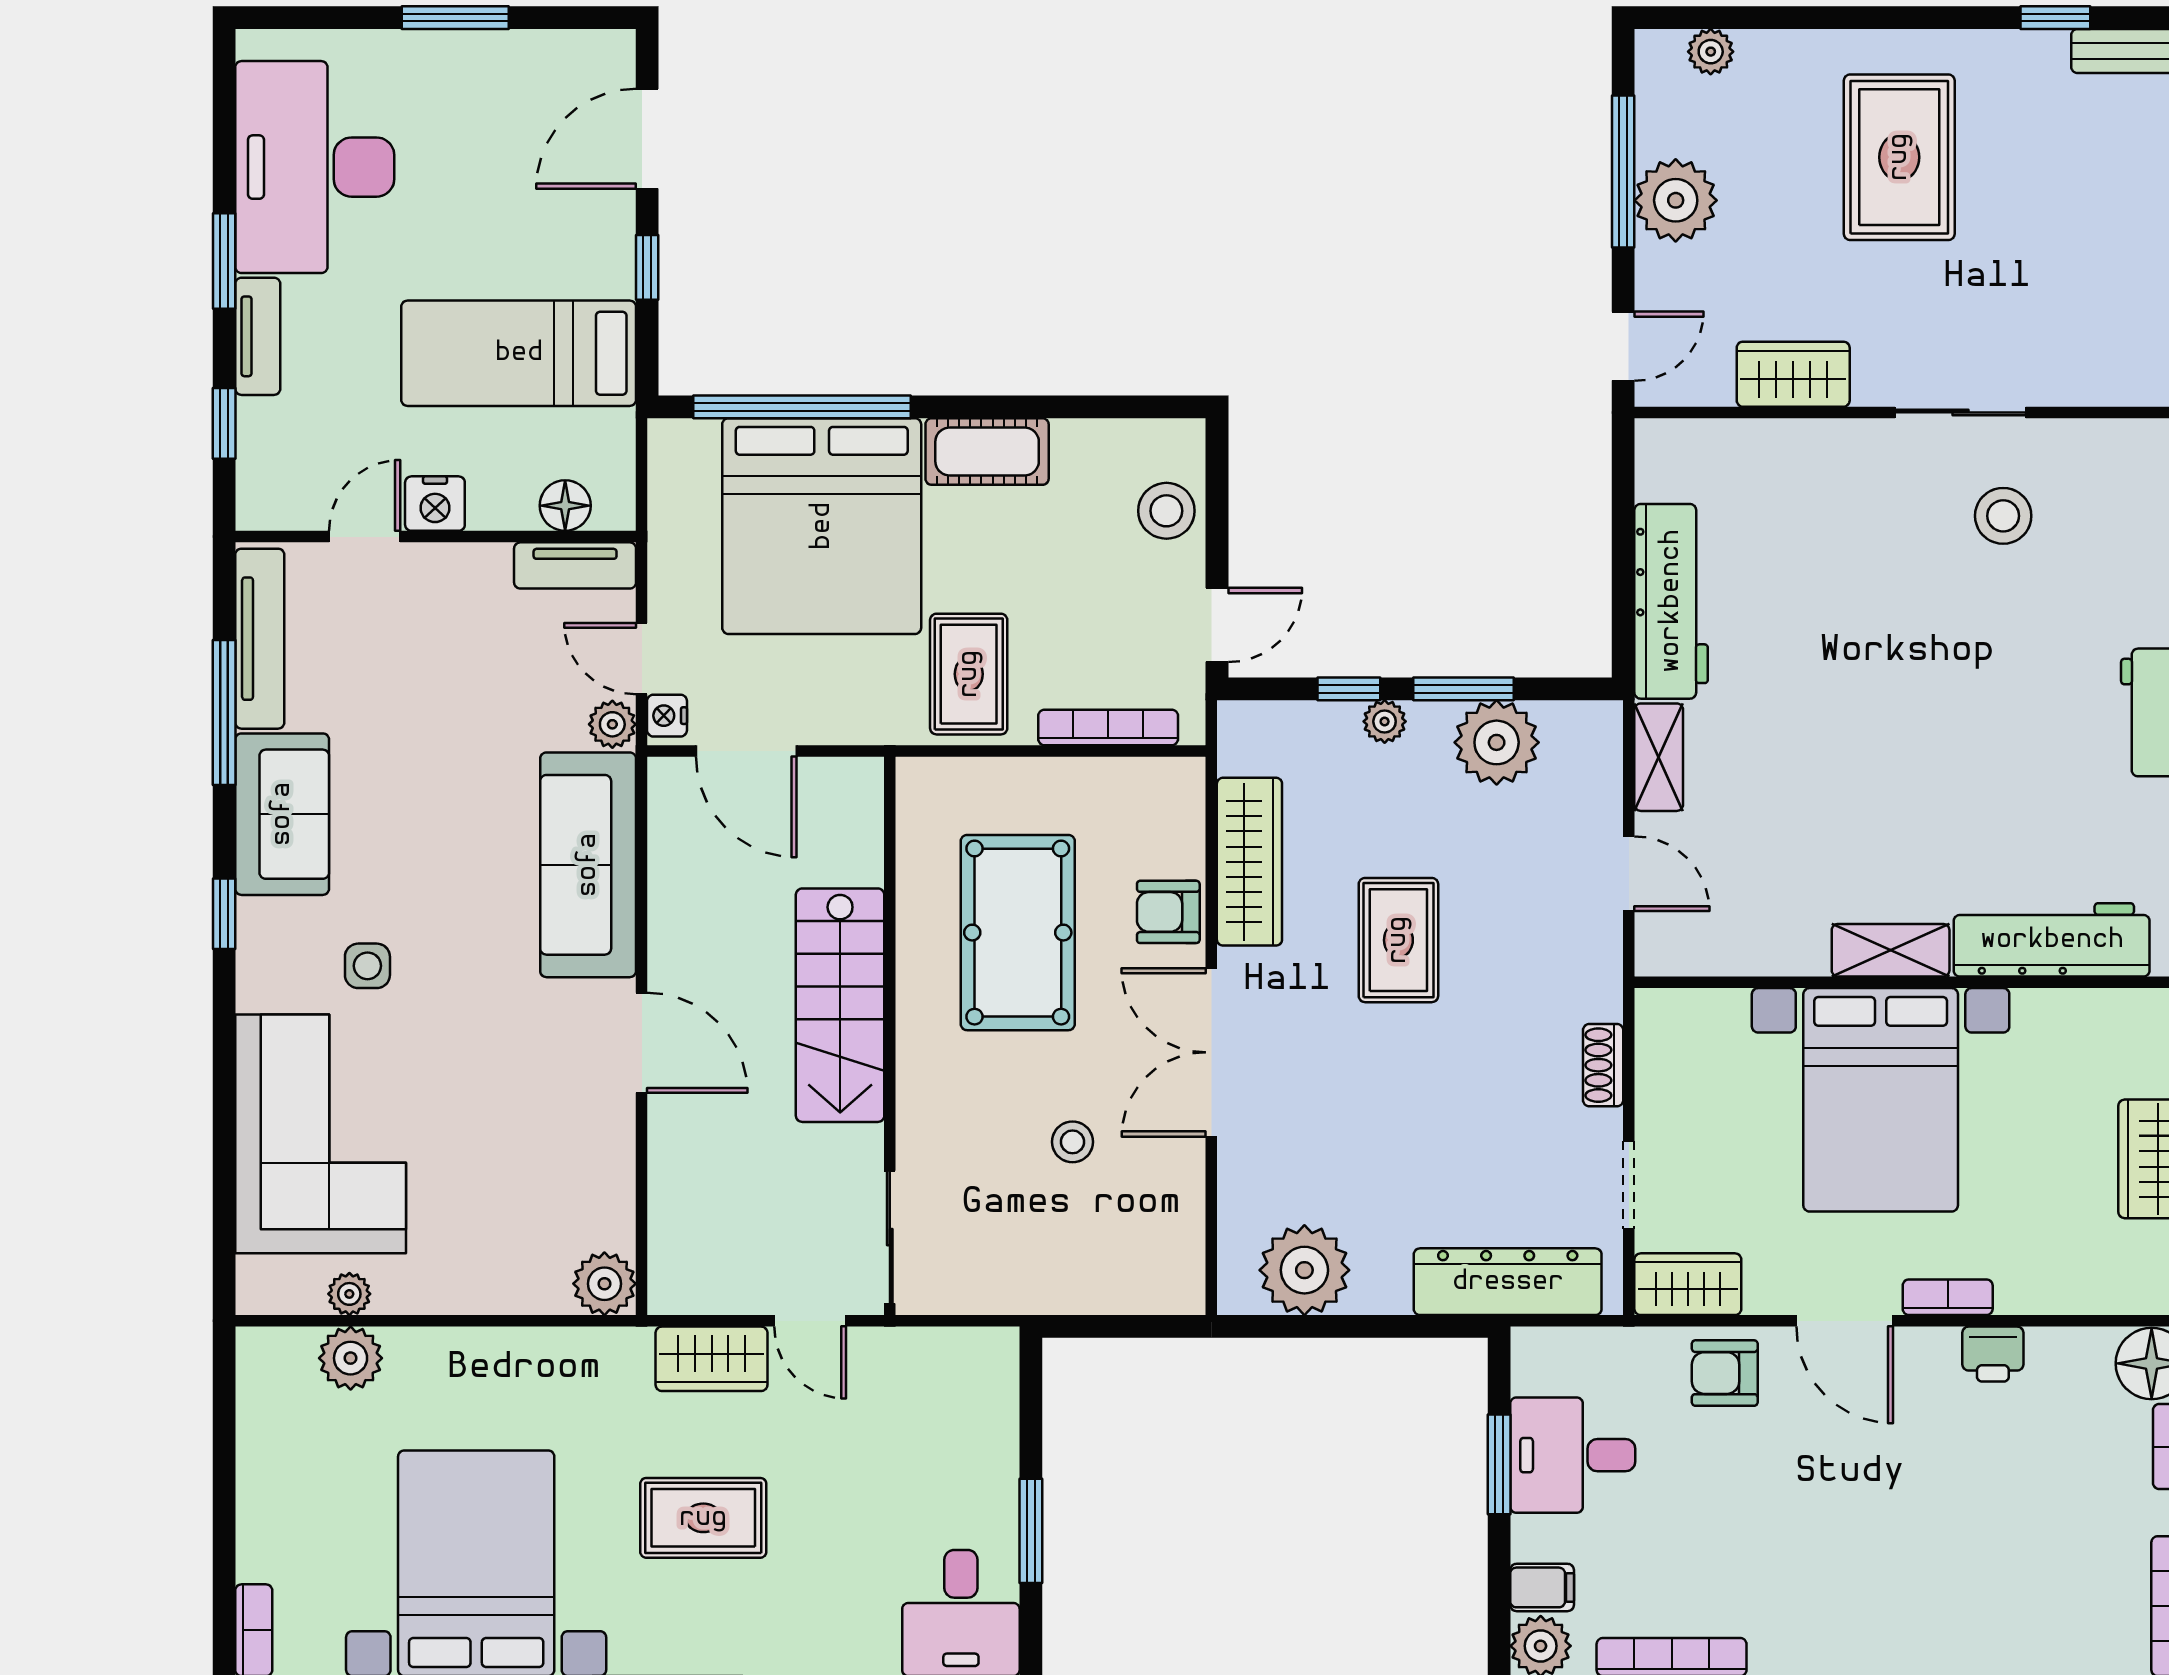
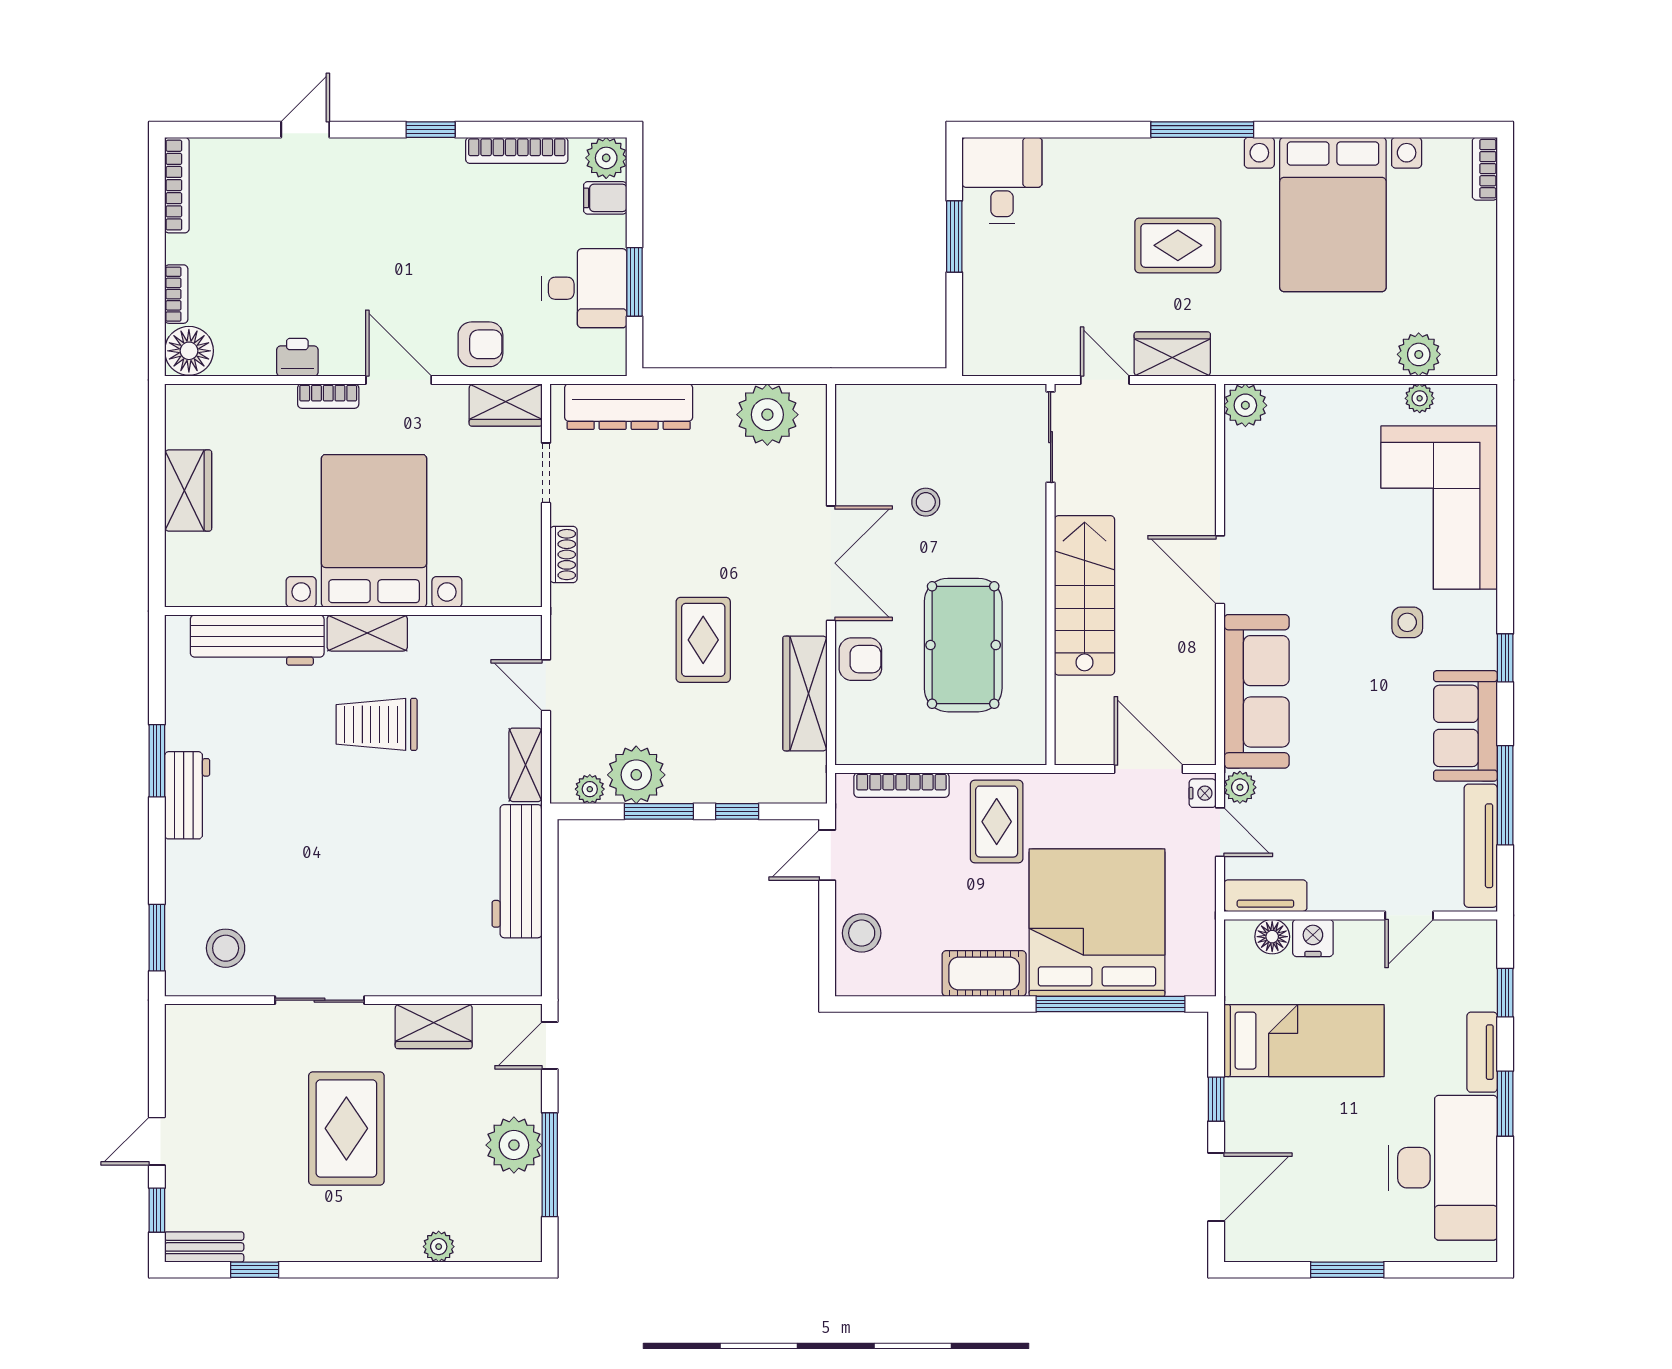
plant: (1711, 52) -> (439, 1247), moved
rug: (1899, 157) -> (346, 1128), moved
nightstand: (435, 504) -> (1313, 938), moved
stool: (2003, 516) -> (226, 948), moved
plant: (1385, 721) -> (590, 789), moved
trolley: (1877, 816) -> (377, 724), added

